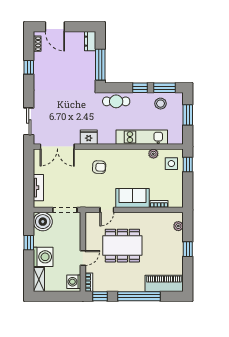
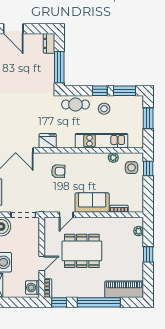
stool: (161, 104) -> (104, 109), moved

